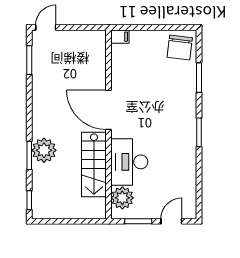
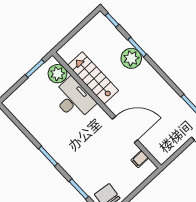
filing cabinet: (120, 37) -> (140, 159), moved
door: (109, 110) -> (125, 130), moved
door: (171, 221) -> (15, 87), removed

